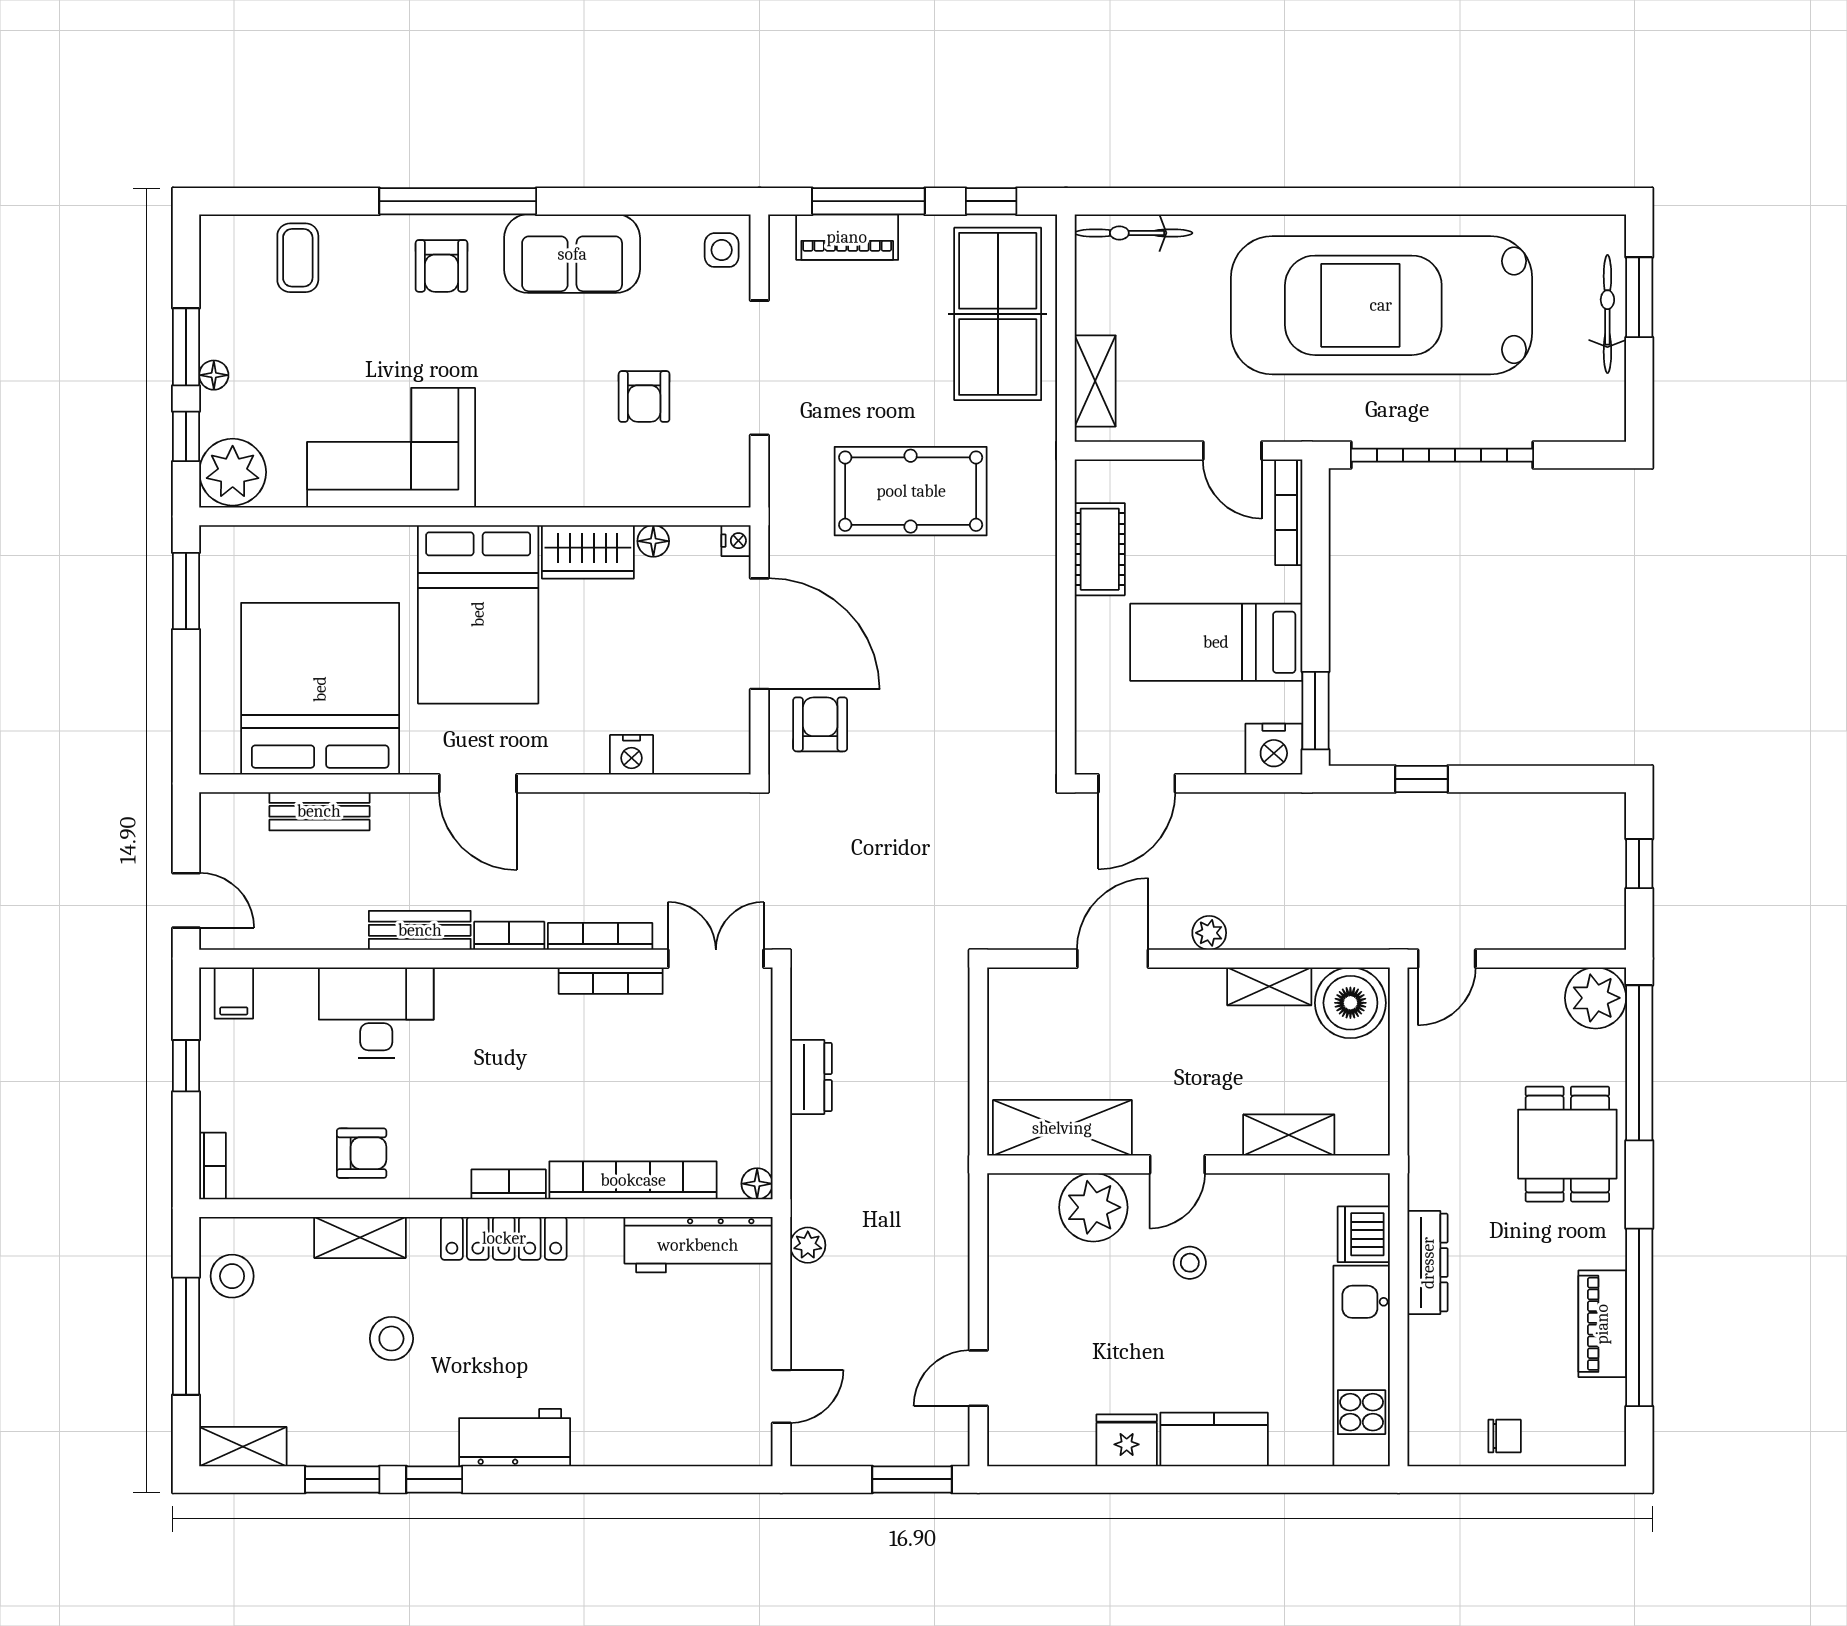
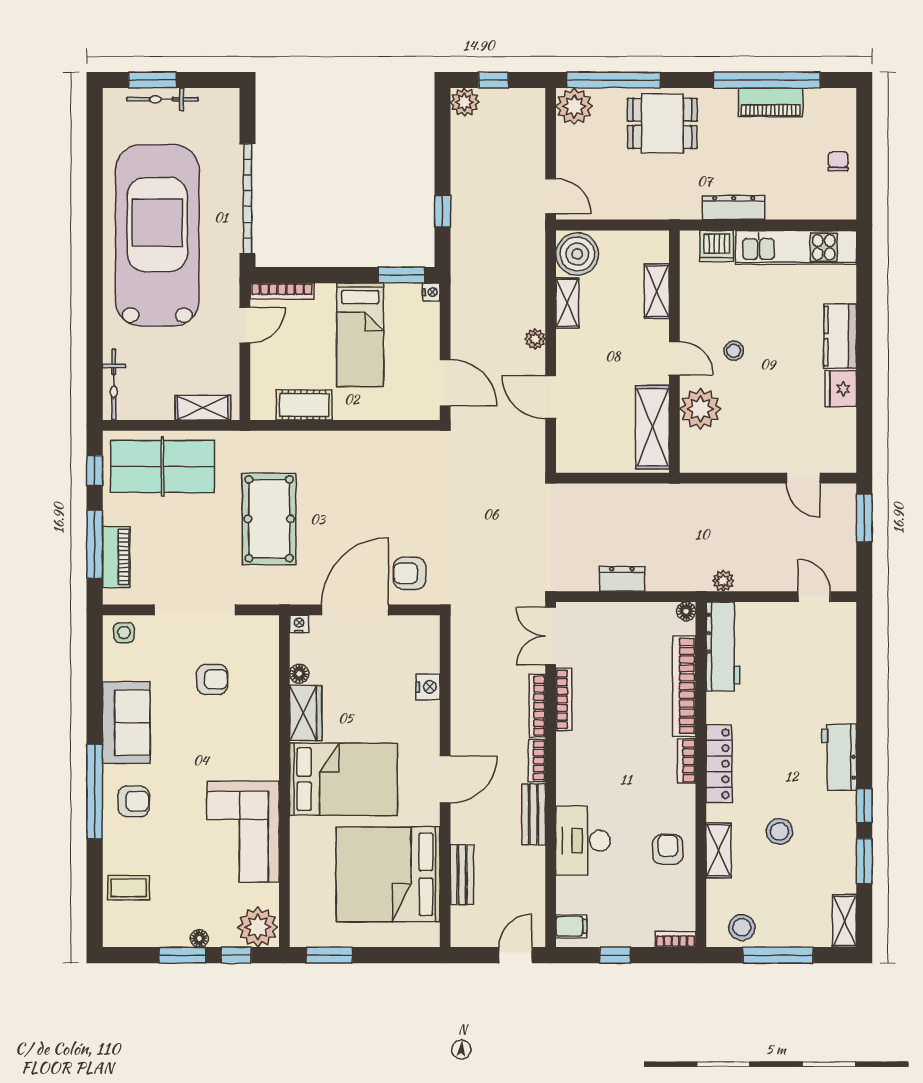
car: (1381, 305) -> (157, 235), turned 180
nightstand: (1274, 749) -> (431, 292), width x0.53, depth x0.56
plant: (1603, 816) -> (465, 102), added

